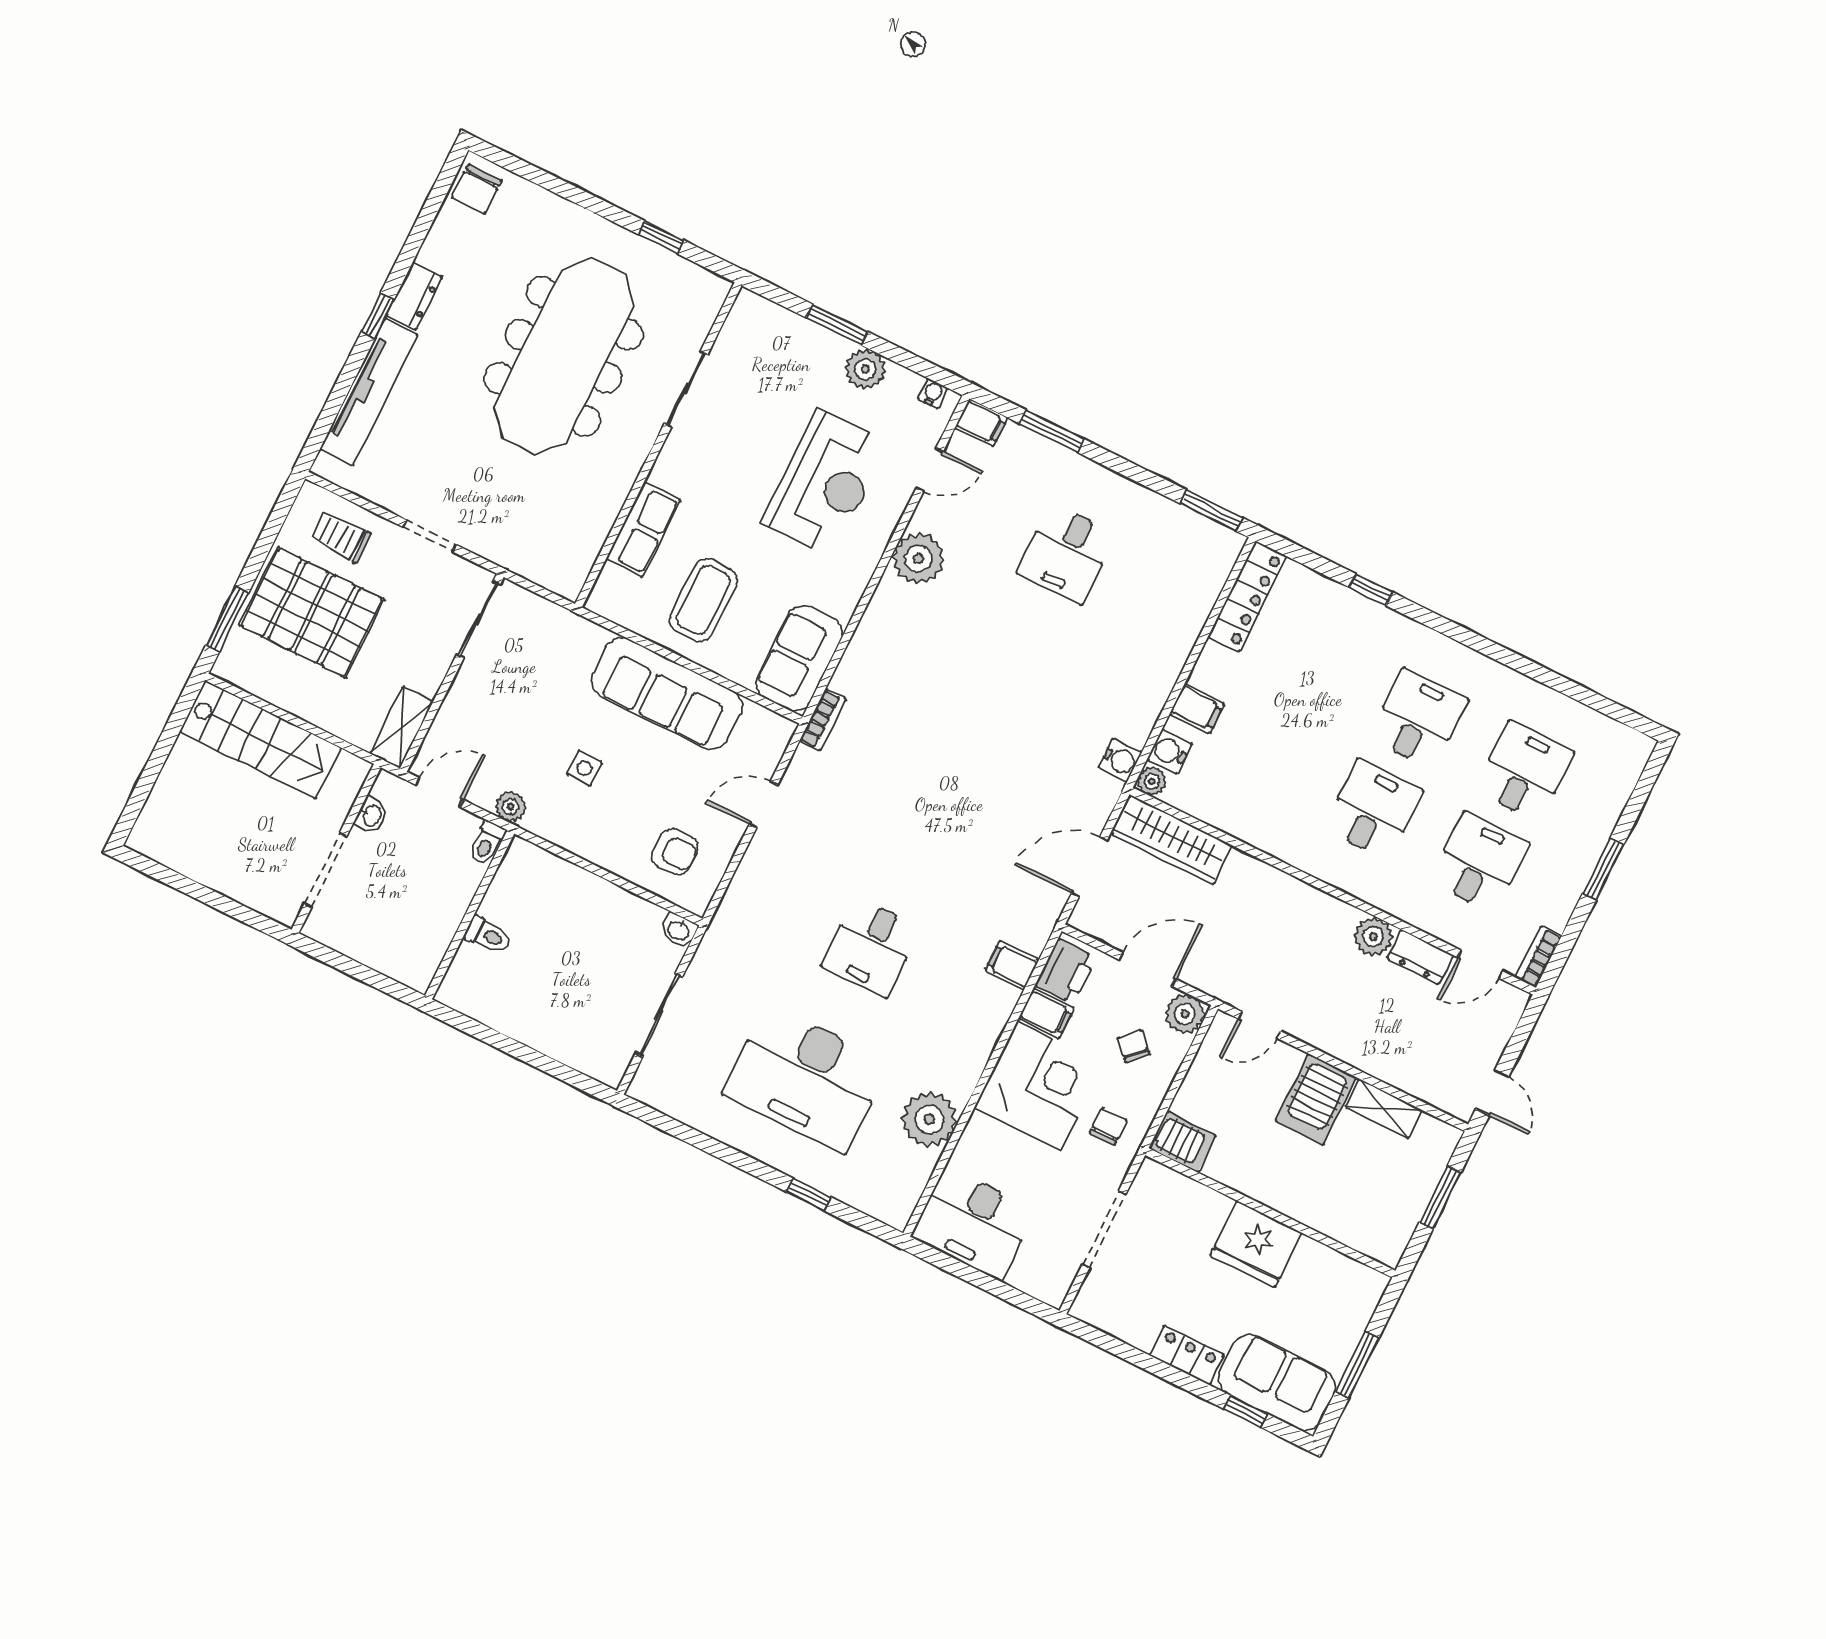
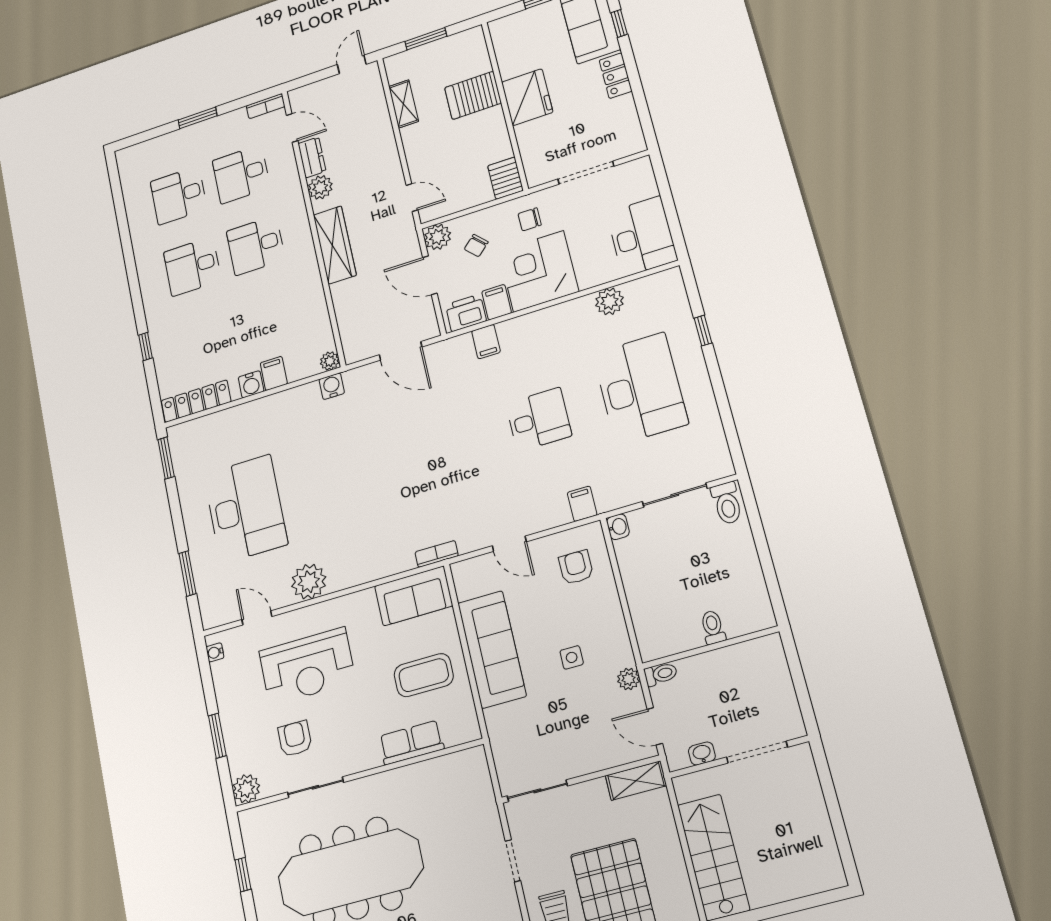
plant: (865, 369) -> (246, 789), moved
armchair: (758, 408) -> (295, 739), added
filing cabinet: (981, 423) -> (582, 504), moved
reception desk: (825, 483) -> (307, 666), turned 180
desk: (1067, 554) -> (245, 509), width x1.87, depth x1.30
water cooler: (1169, 752) -> (251, 384), moved
wardrobe: (1172, 840) -> (335, 245), moved
toilet: (602, 1059) -> (727, 503), added
server rack: (1316, 1099) -> (473, 95), moved, turned 180
plant: (929, 1119) -> (609, 301), width x0.73, depth x0.73

